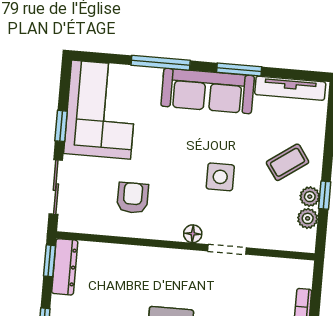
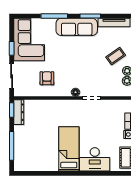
side table: (220, 177) -> (86, 65), removed

